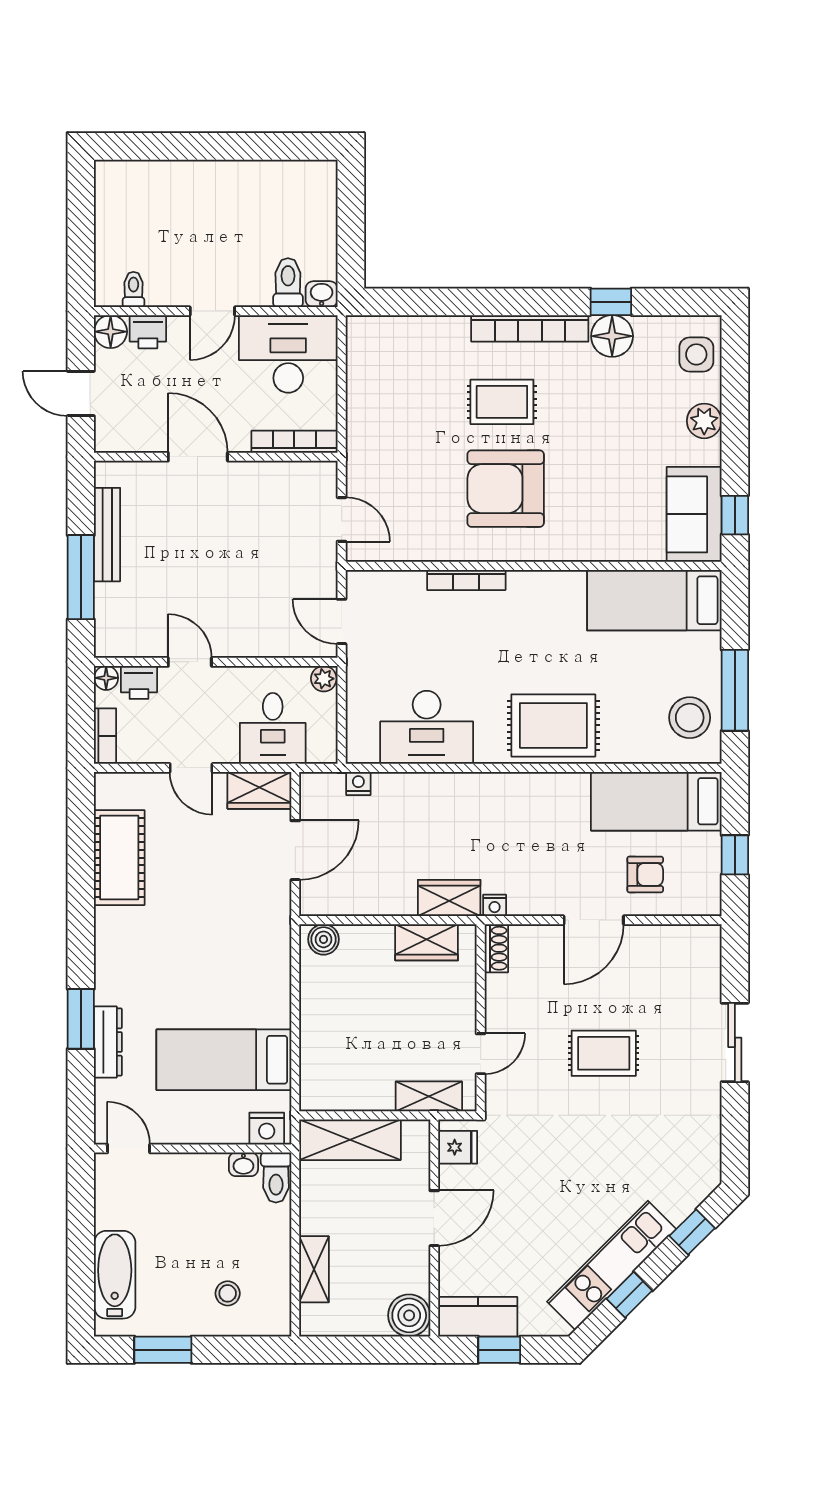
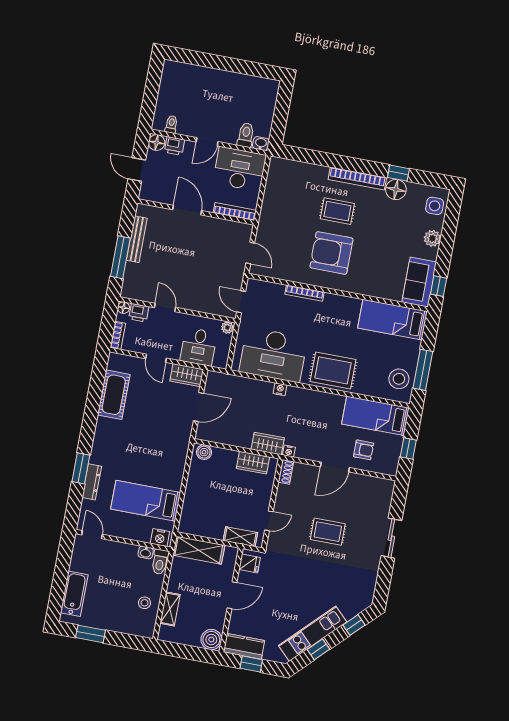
desk: (427, 727) -> (273, 355), width x1.36, depth x1.30
nightstand: (358, 783) -> (280, 389), moved
stool: (228, 1293) -> (145, 603), moved

